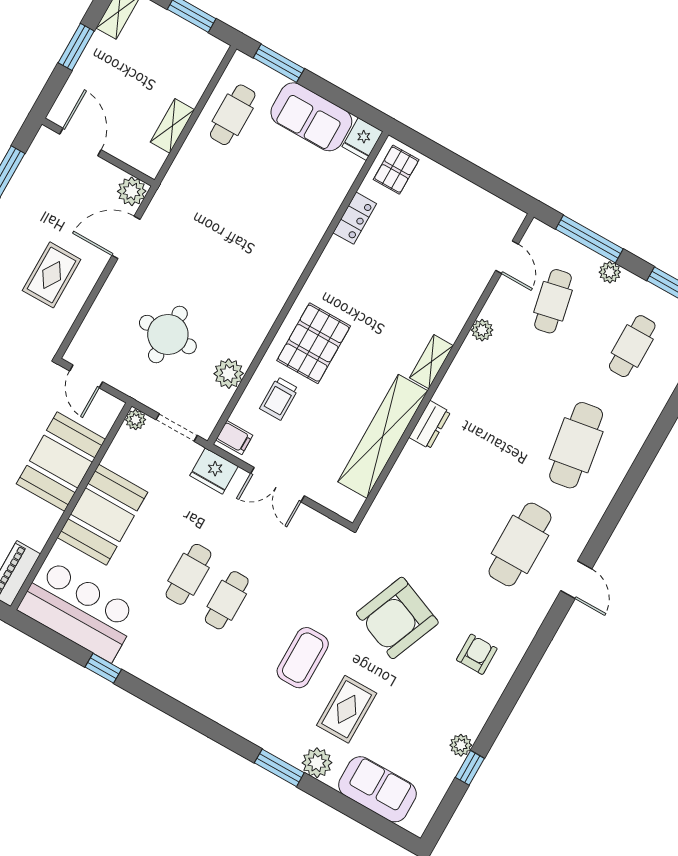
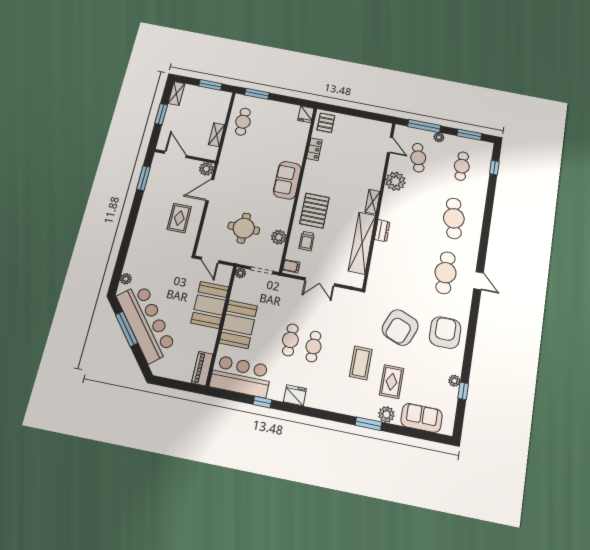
sofa: (311, 117) -> (287, 180), moved, turned 90
plant: (482, 330) -> (395, 181), width x1.87, depth x1.87
fridge: (214, 471) -> (295, 395), moved, turned 180
armchair: (477, 654) -> (445, 333), width x1.88, depth x1.88

